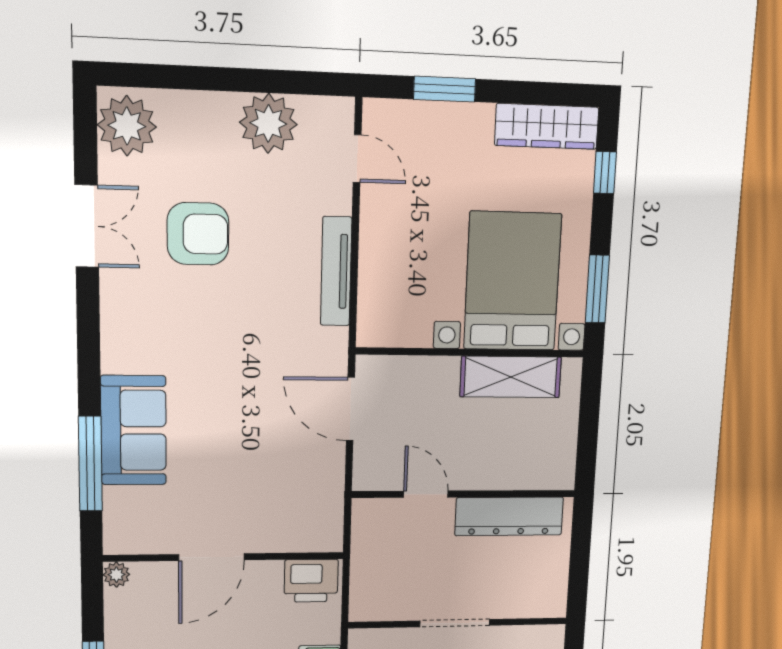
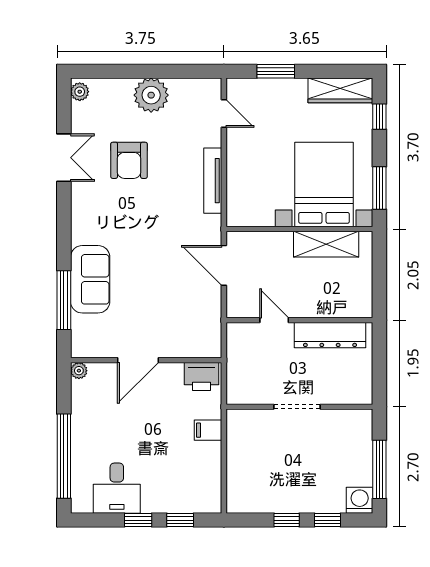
plant: (268, 123) -> (151, 95), moved
plant: (127, 126) -> (80, 92), width x0.53, depth x0.53
armchair: (198, 234) -> (129, 160), turned 90

